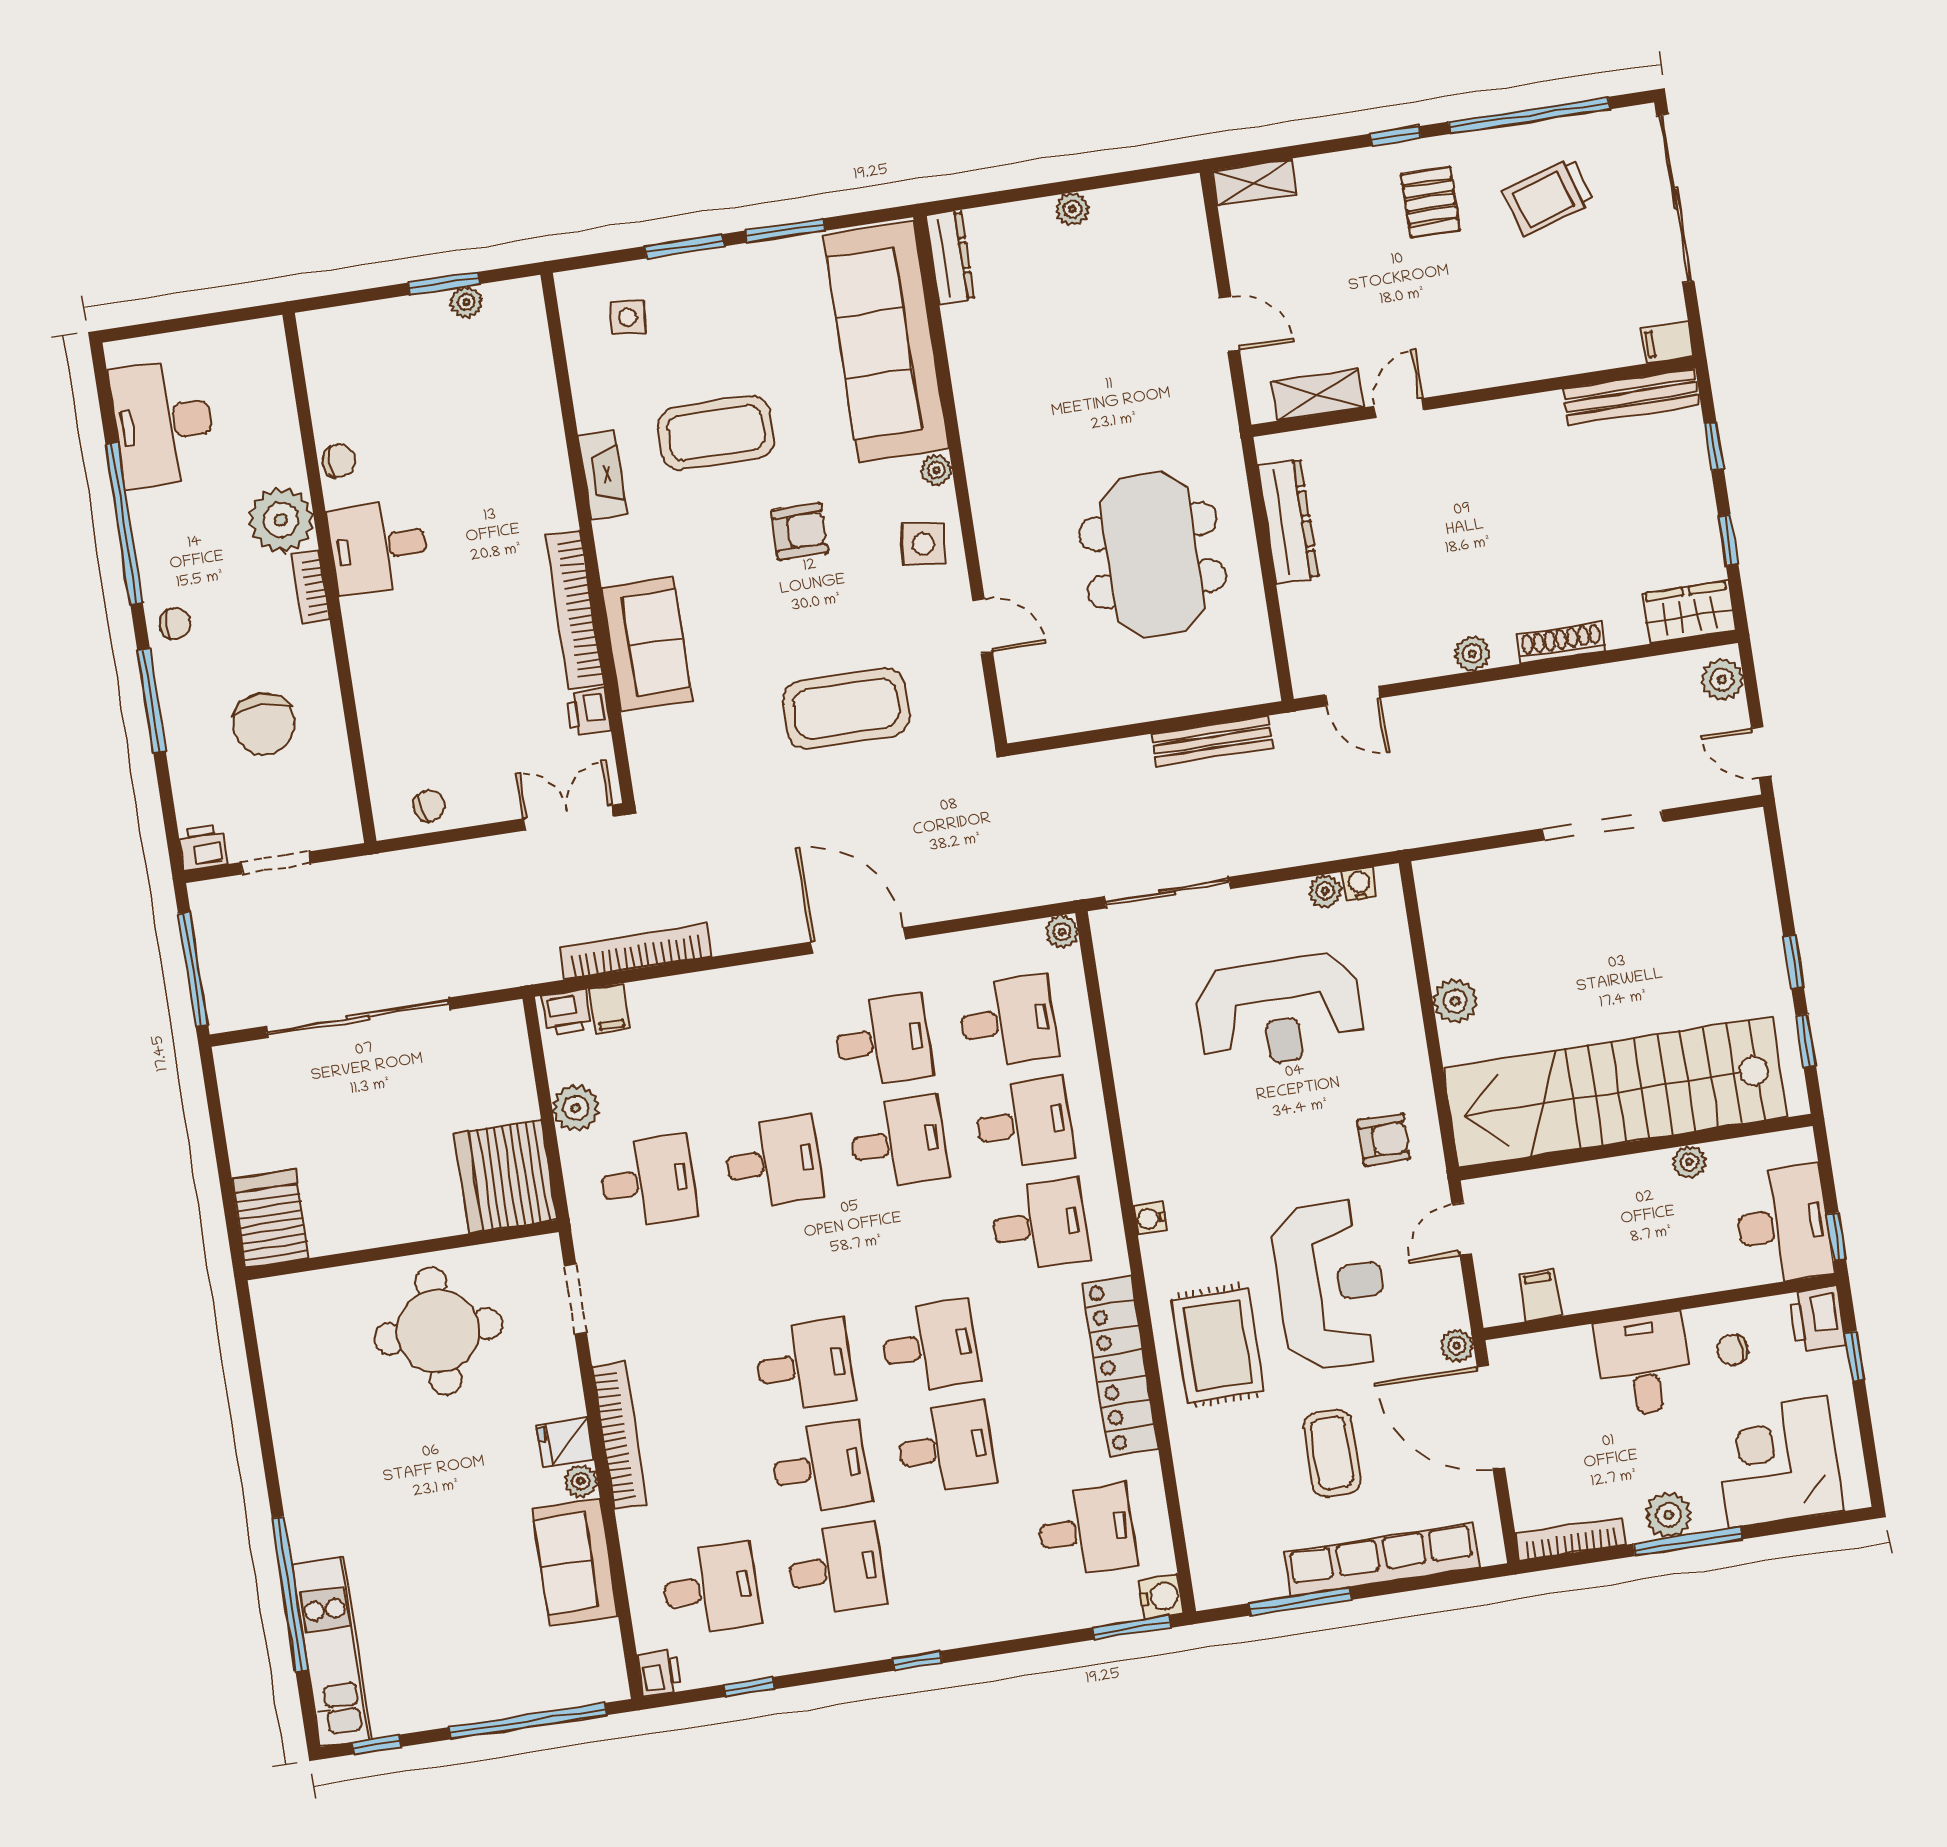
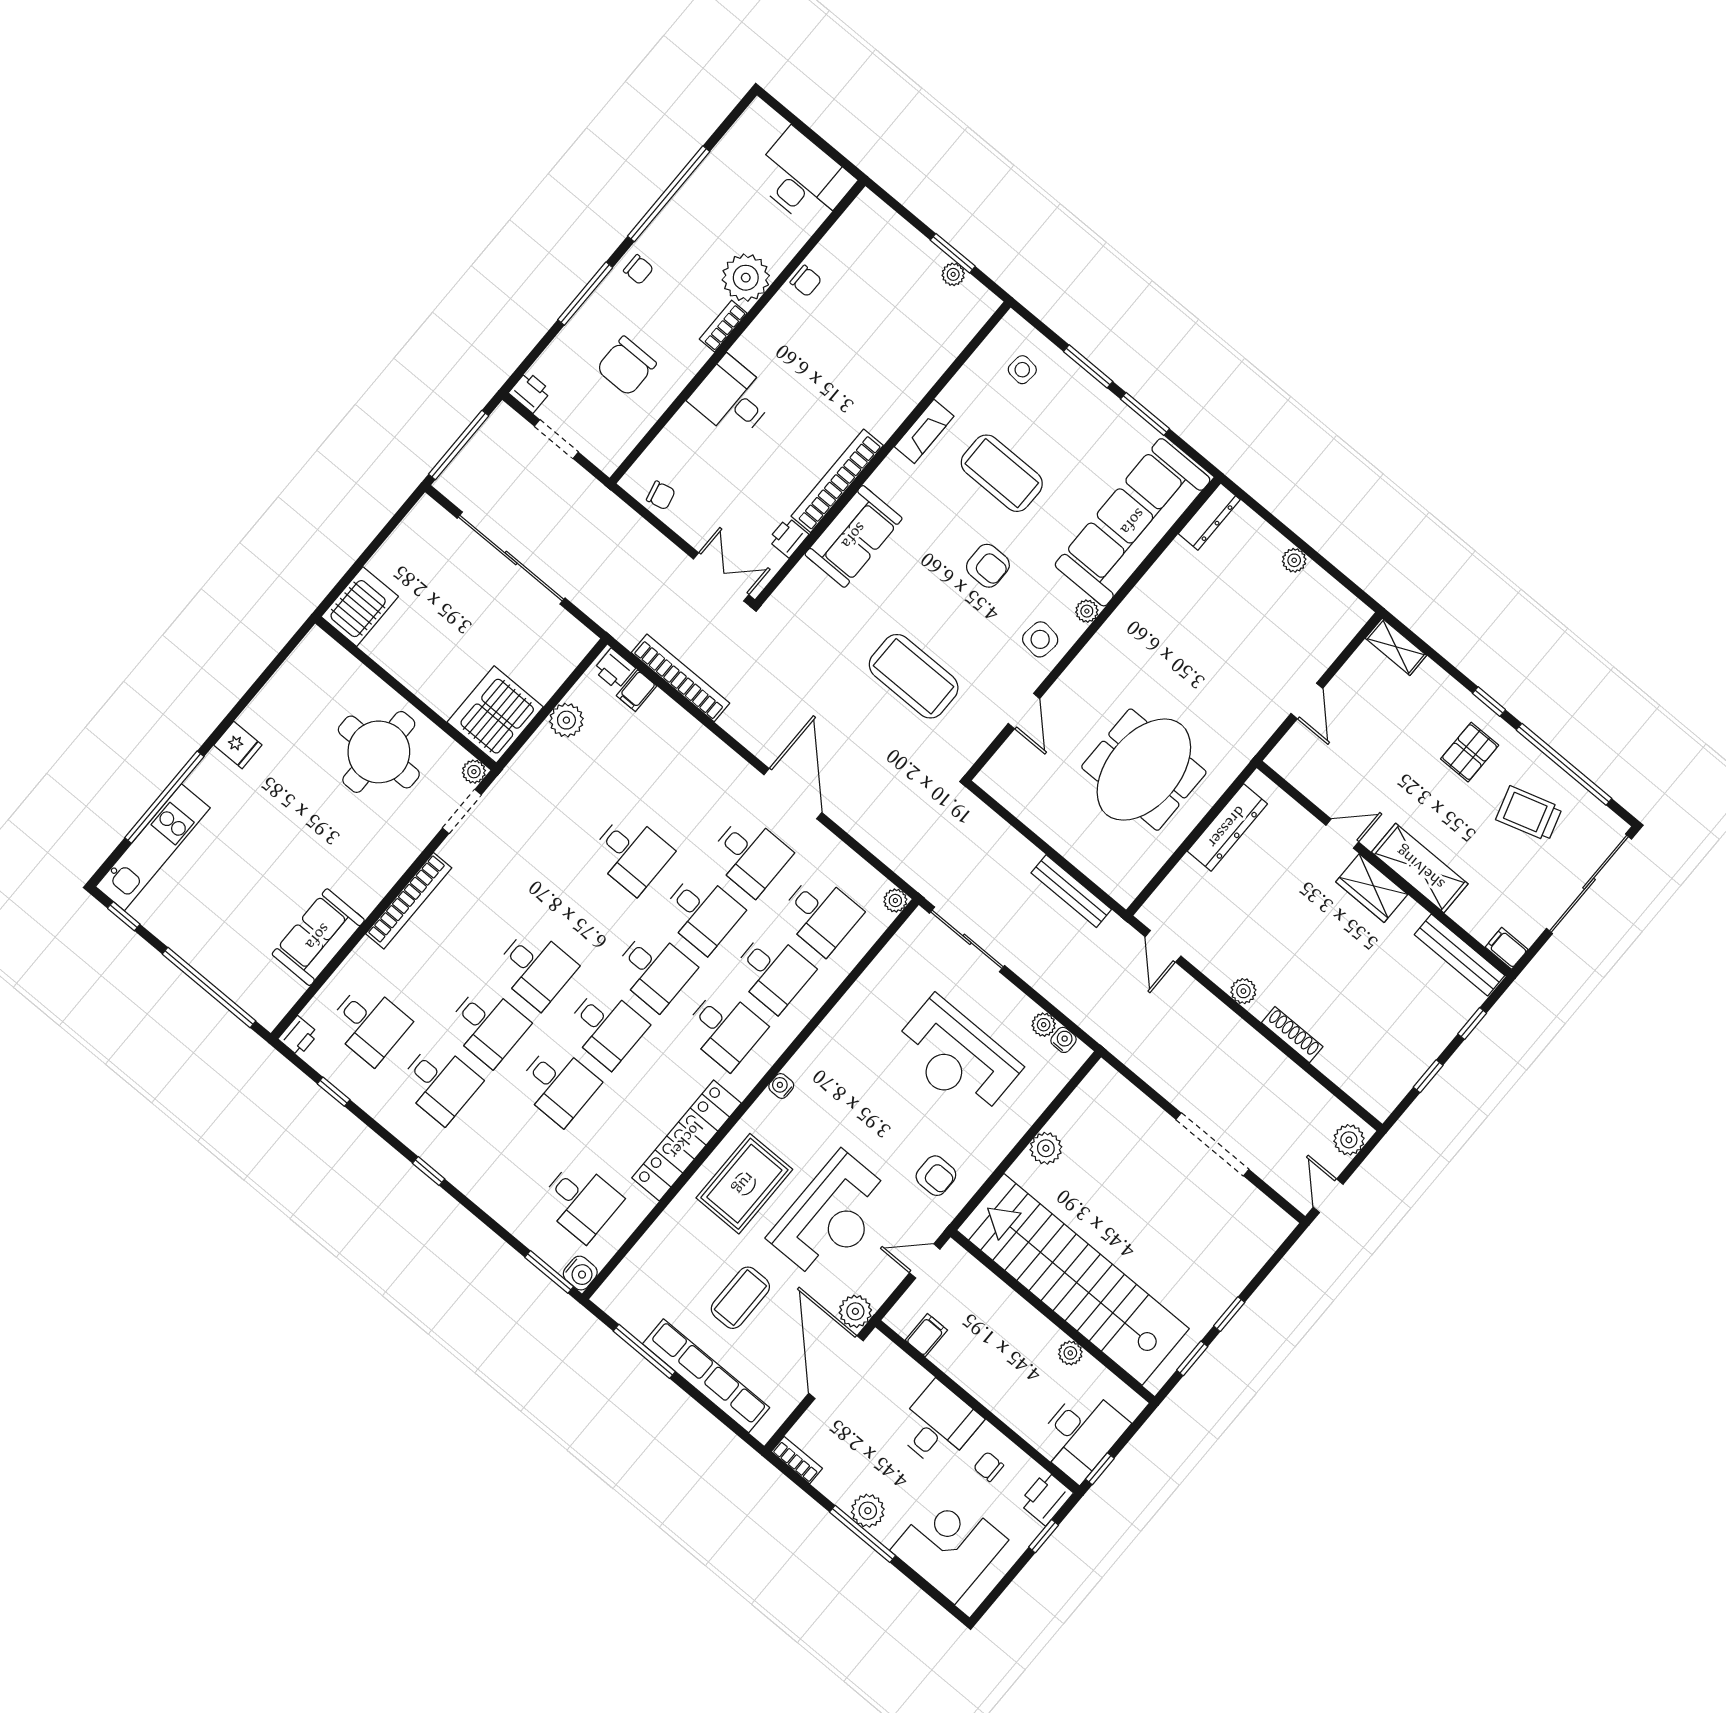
shelving: (1318, 395) -> (1420, 868), moved, width x1.50, depth x1.33
desk: (163, 423) -> (803, 178), moved, turned 90
desk: (379, 547) -> (732, 398), moved
wardrobe: (1689, 612) -> (1372, 888), moved, turned 180
desk: (648, 1181) -> (654, 970), moved
plant: (1457, 1346) -> (855, 1311), width x1.38, depth x1.38
fridge: (565, 1442) -> (238, 745), moved, turned 180
plant: (581, 1481) -> (474, 772), moved
bookcase: (1571, 1539) -> (797, 1460), width x0.64

